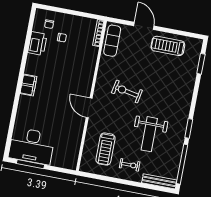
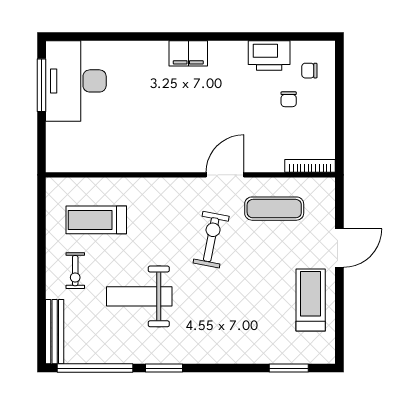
exercise mat: (112, 41) -> (274, 209), moved
door: (89, 108) -> (225, 175), moved

